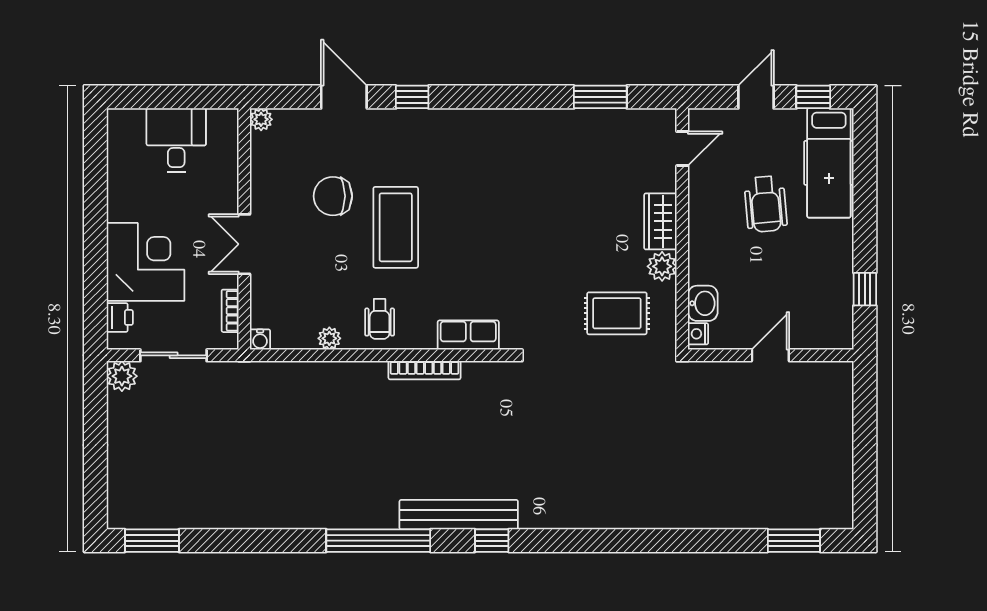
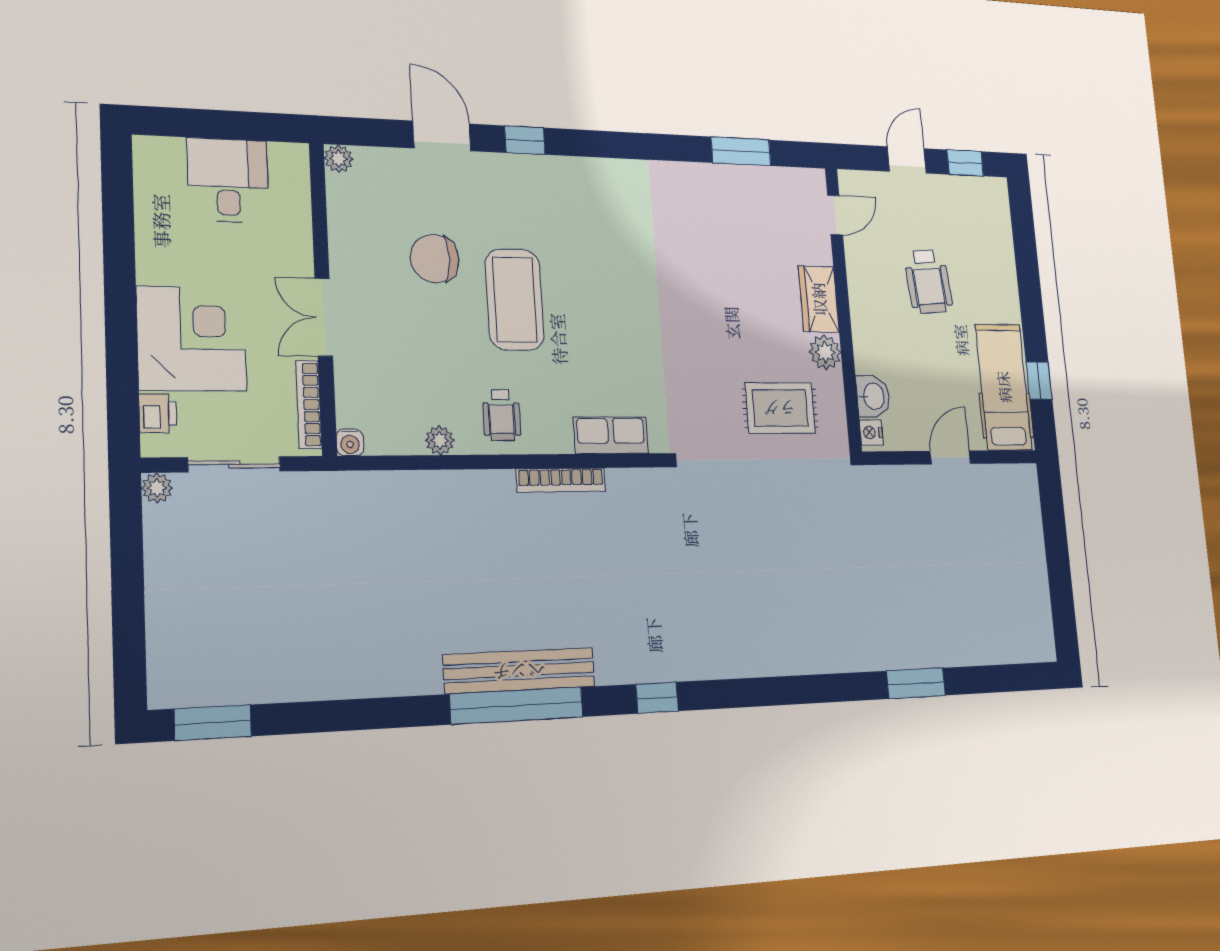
hospital bed: (829, 163) -> (1004, 387), moved, turned 180
bookcase: (230, 311) -> (309, 404), width x1.56
plant: (122, 376) -> (157, 488), width x0.73, depth x0.73
bench: (459, 515) -> (519, 671), moved
window: (794, 541) -> (916, 683), moved

